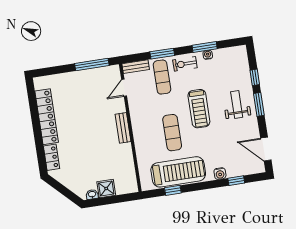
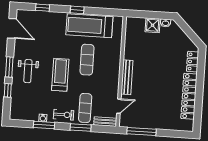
bench: (123, 128) -> (127, 77), width x1.36
water cooler: (220, 174) -> (55, 16), removed
window: (173, 190) -> (77, 10), moved

